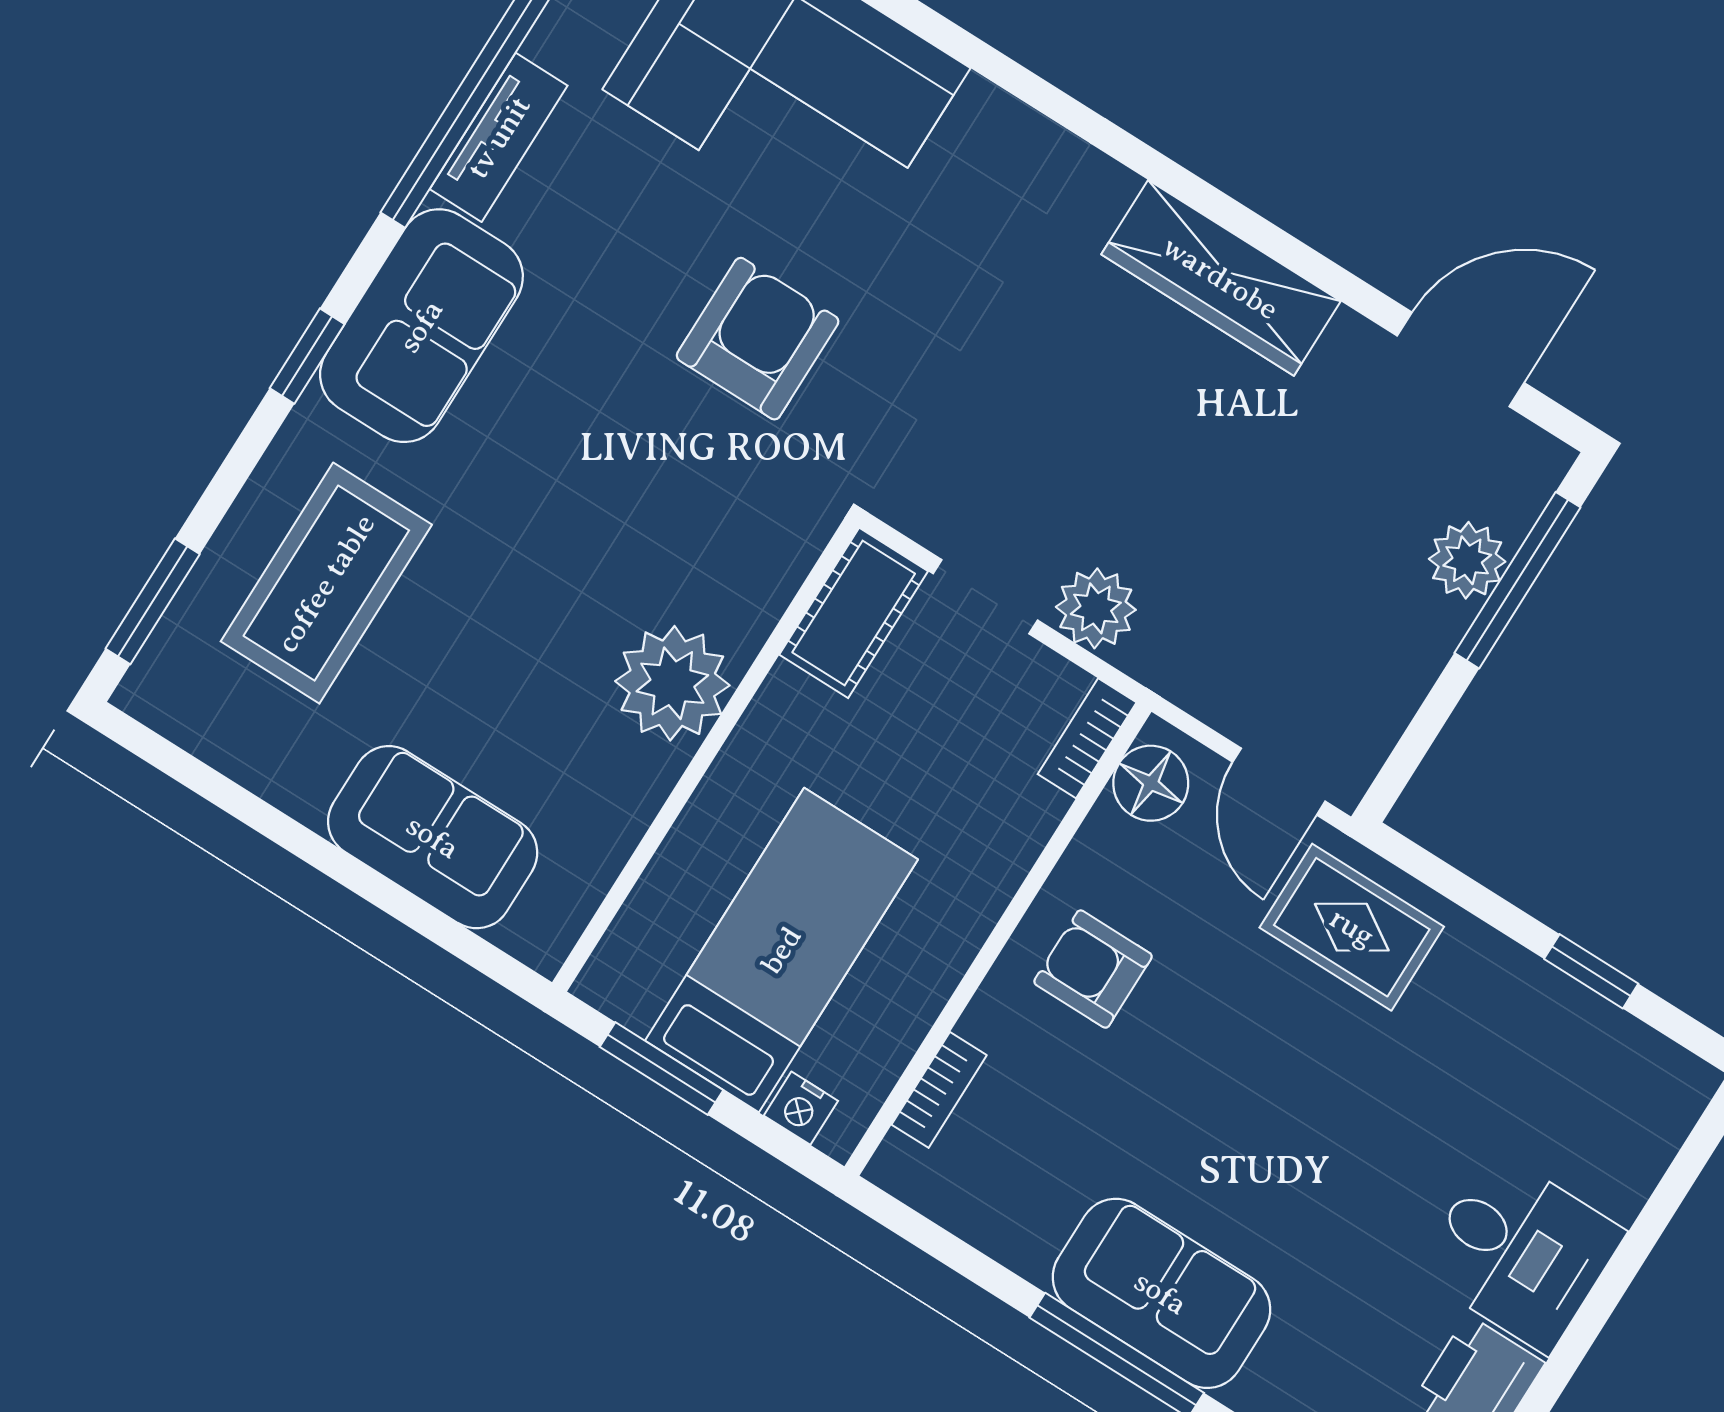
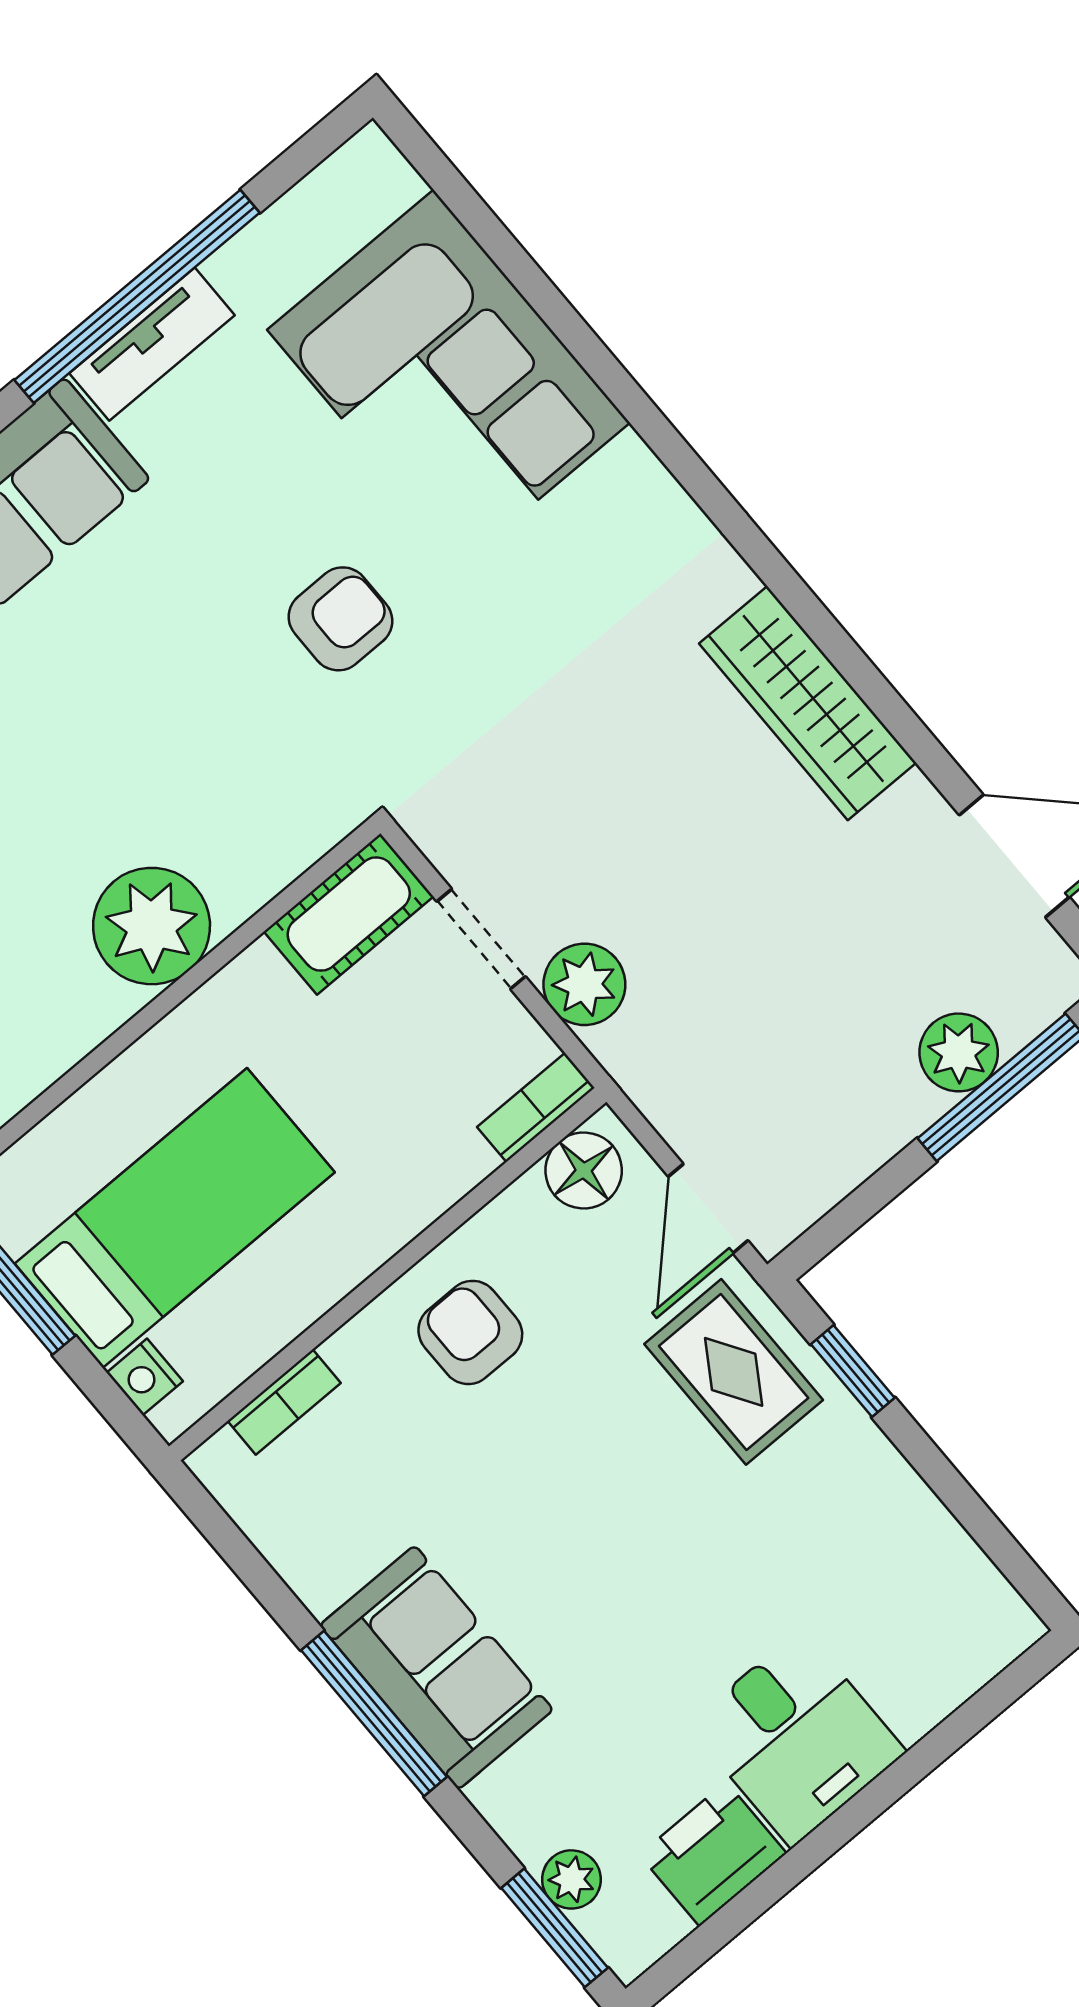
armchair: (758, 339) -> (340, 619), width x0.72, depth x0.72
window: (1591, 971) -> (853, 1371), moved

